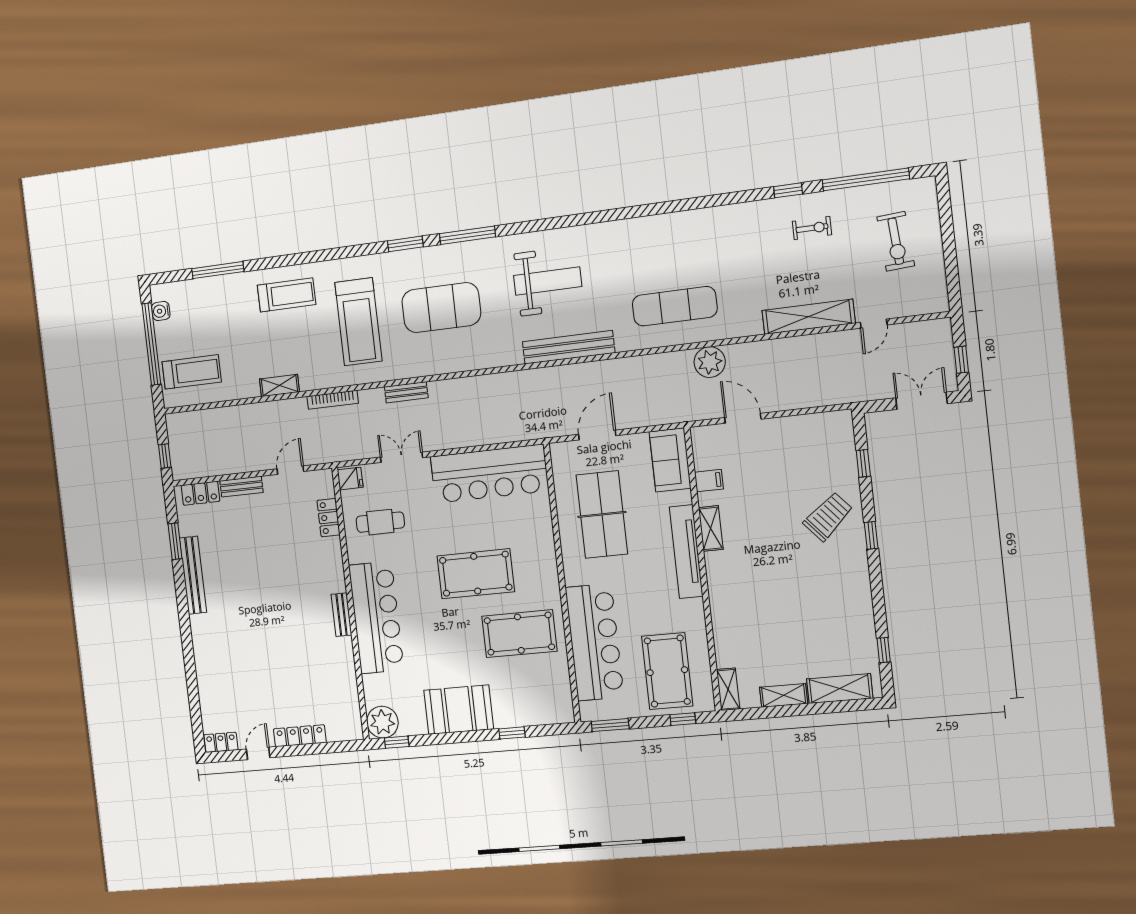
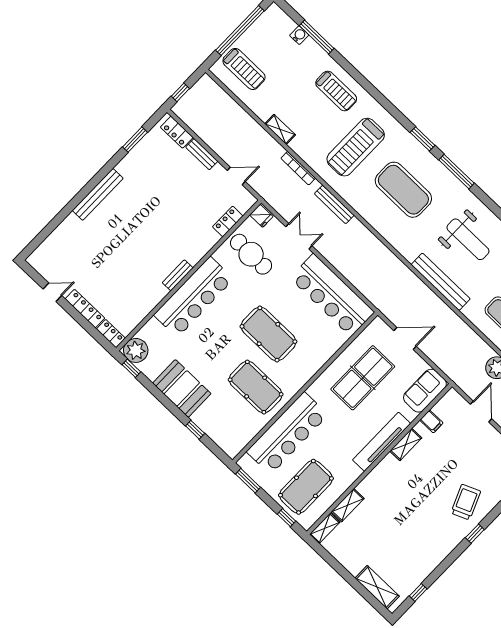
water cooler: (161, 311) -> (299, 35), moved, turned 90
bench: (406, 392) -> (334, 204), width x1.36
trolley: (828, 516) -> (466, 502), turned -72
cafe table: (380, 522) -> (251, 254), width x1.37, depth x1.35
bench: (193, 575) -> (98, 194), moved
shelving: (784, 695) -> (348, 505), moved, turned 90
locker: (221, 742) -> (111, 334), moved

